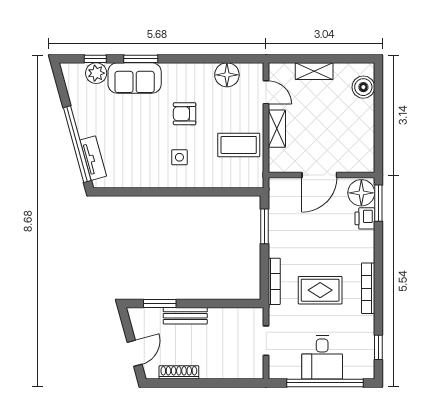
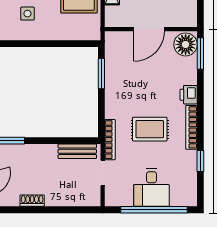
printer: (365, 218) -> (189, 95), moved
bookcase: (274, 281) -> (110, 140), moved
bench: (185, 316) -> (77, 151), moved
window: (378, 347) -> (200, 161), moved
shoe rack: (179, 372) -> (32, 201), width x0.70

